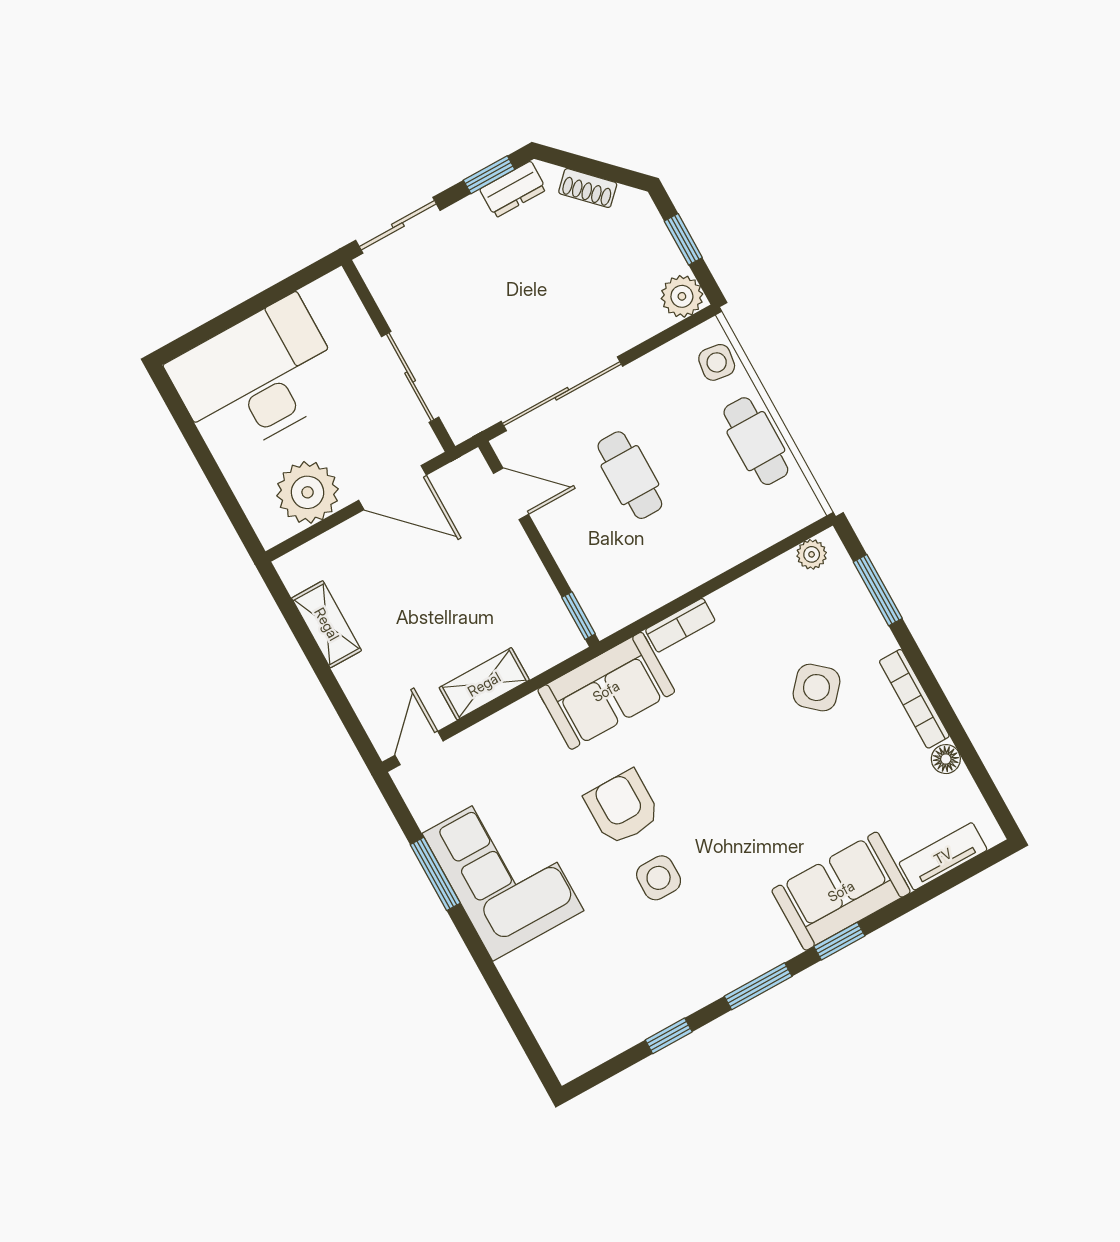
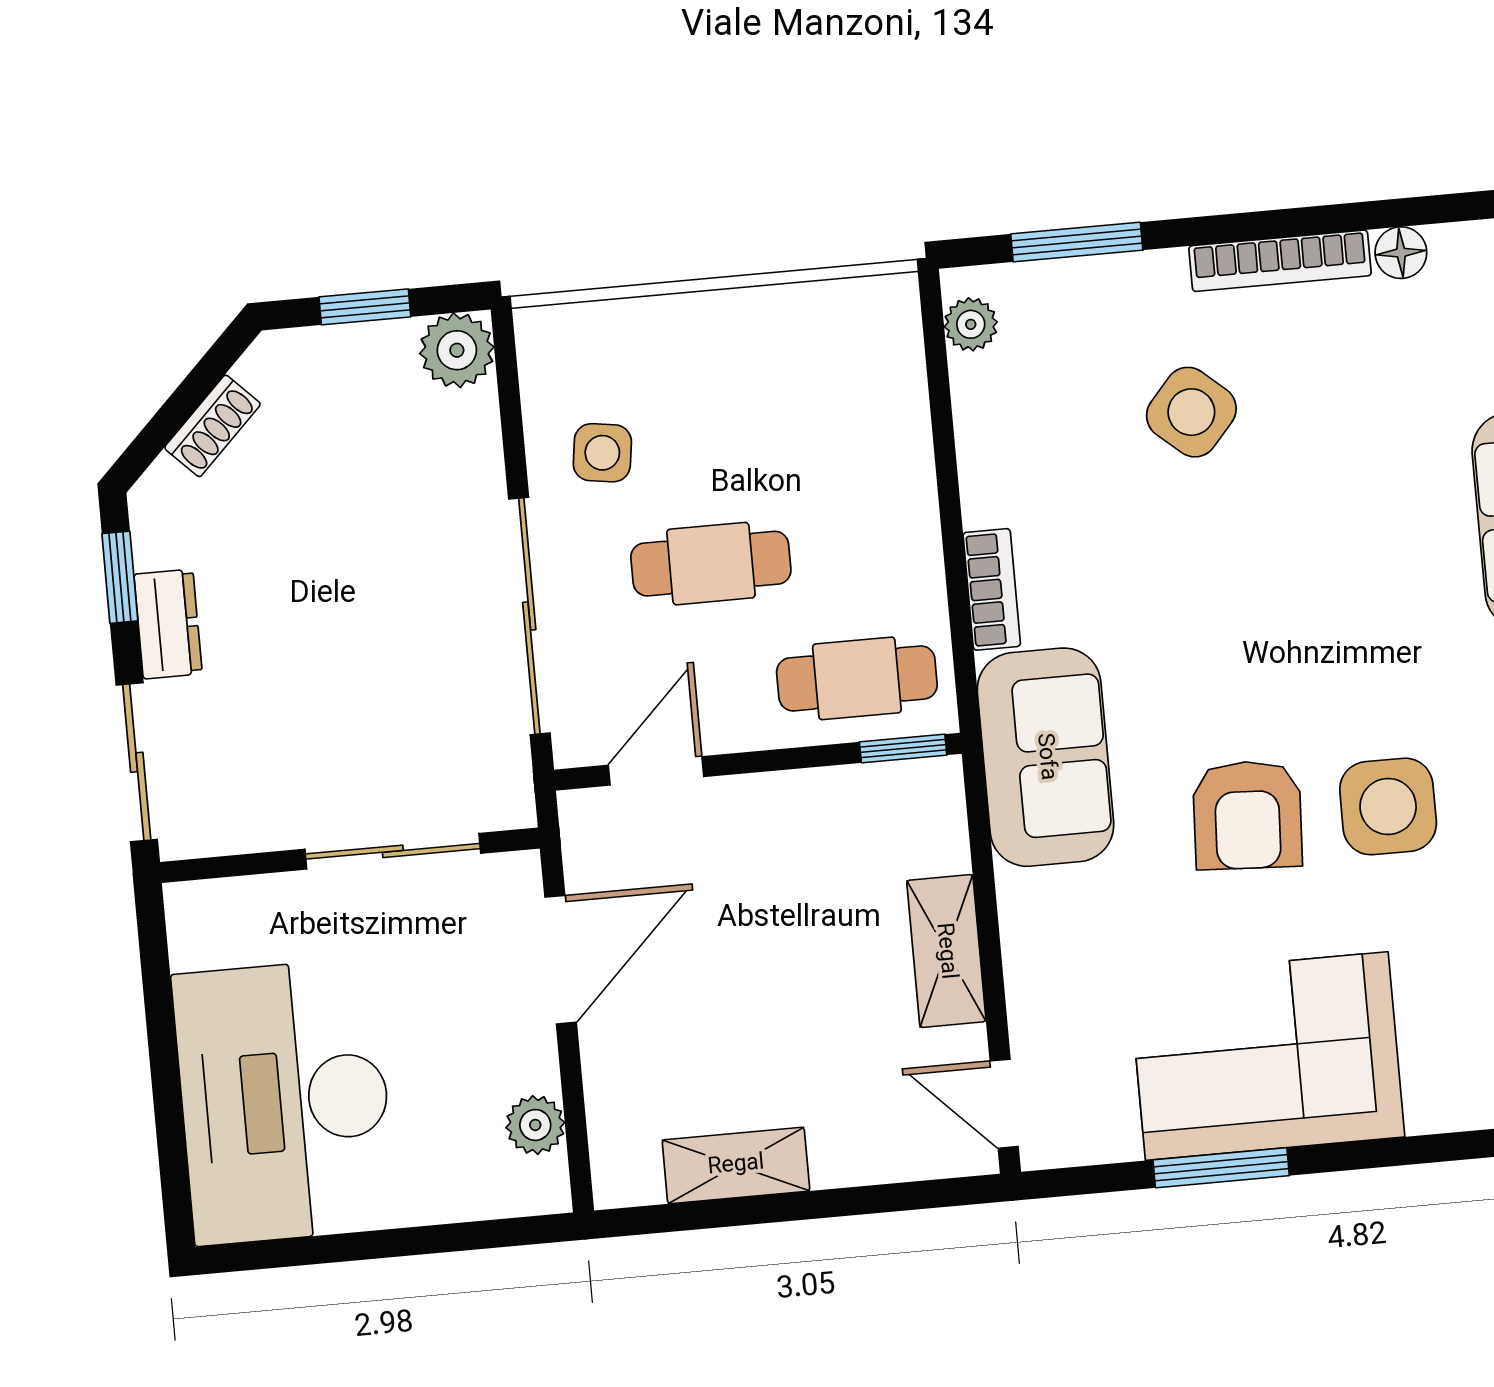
dresser: (513, 189) -> (168, 624), moved
side table: (717, 362) -> (602, 453), moved
cafe table: (756, 441) -> (857, 678), moved
plant: (308, 492) -> (535, 1125), width x0.53, depth x0.53
armchair: (622, 808) -> (1247, 815), turned -87
side table: (659, 878) -> (1388, 806), width x1.37, depth x1.37

